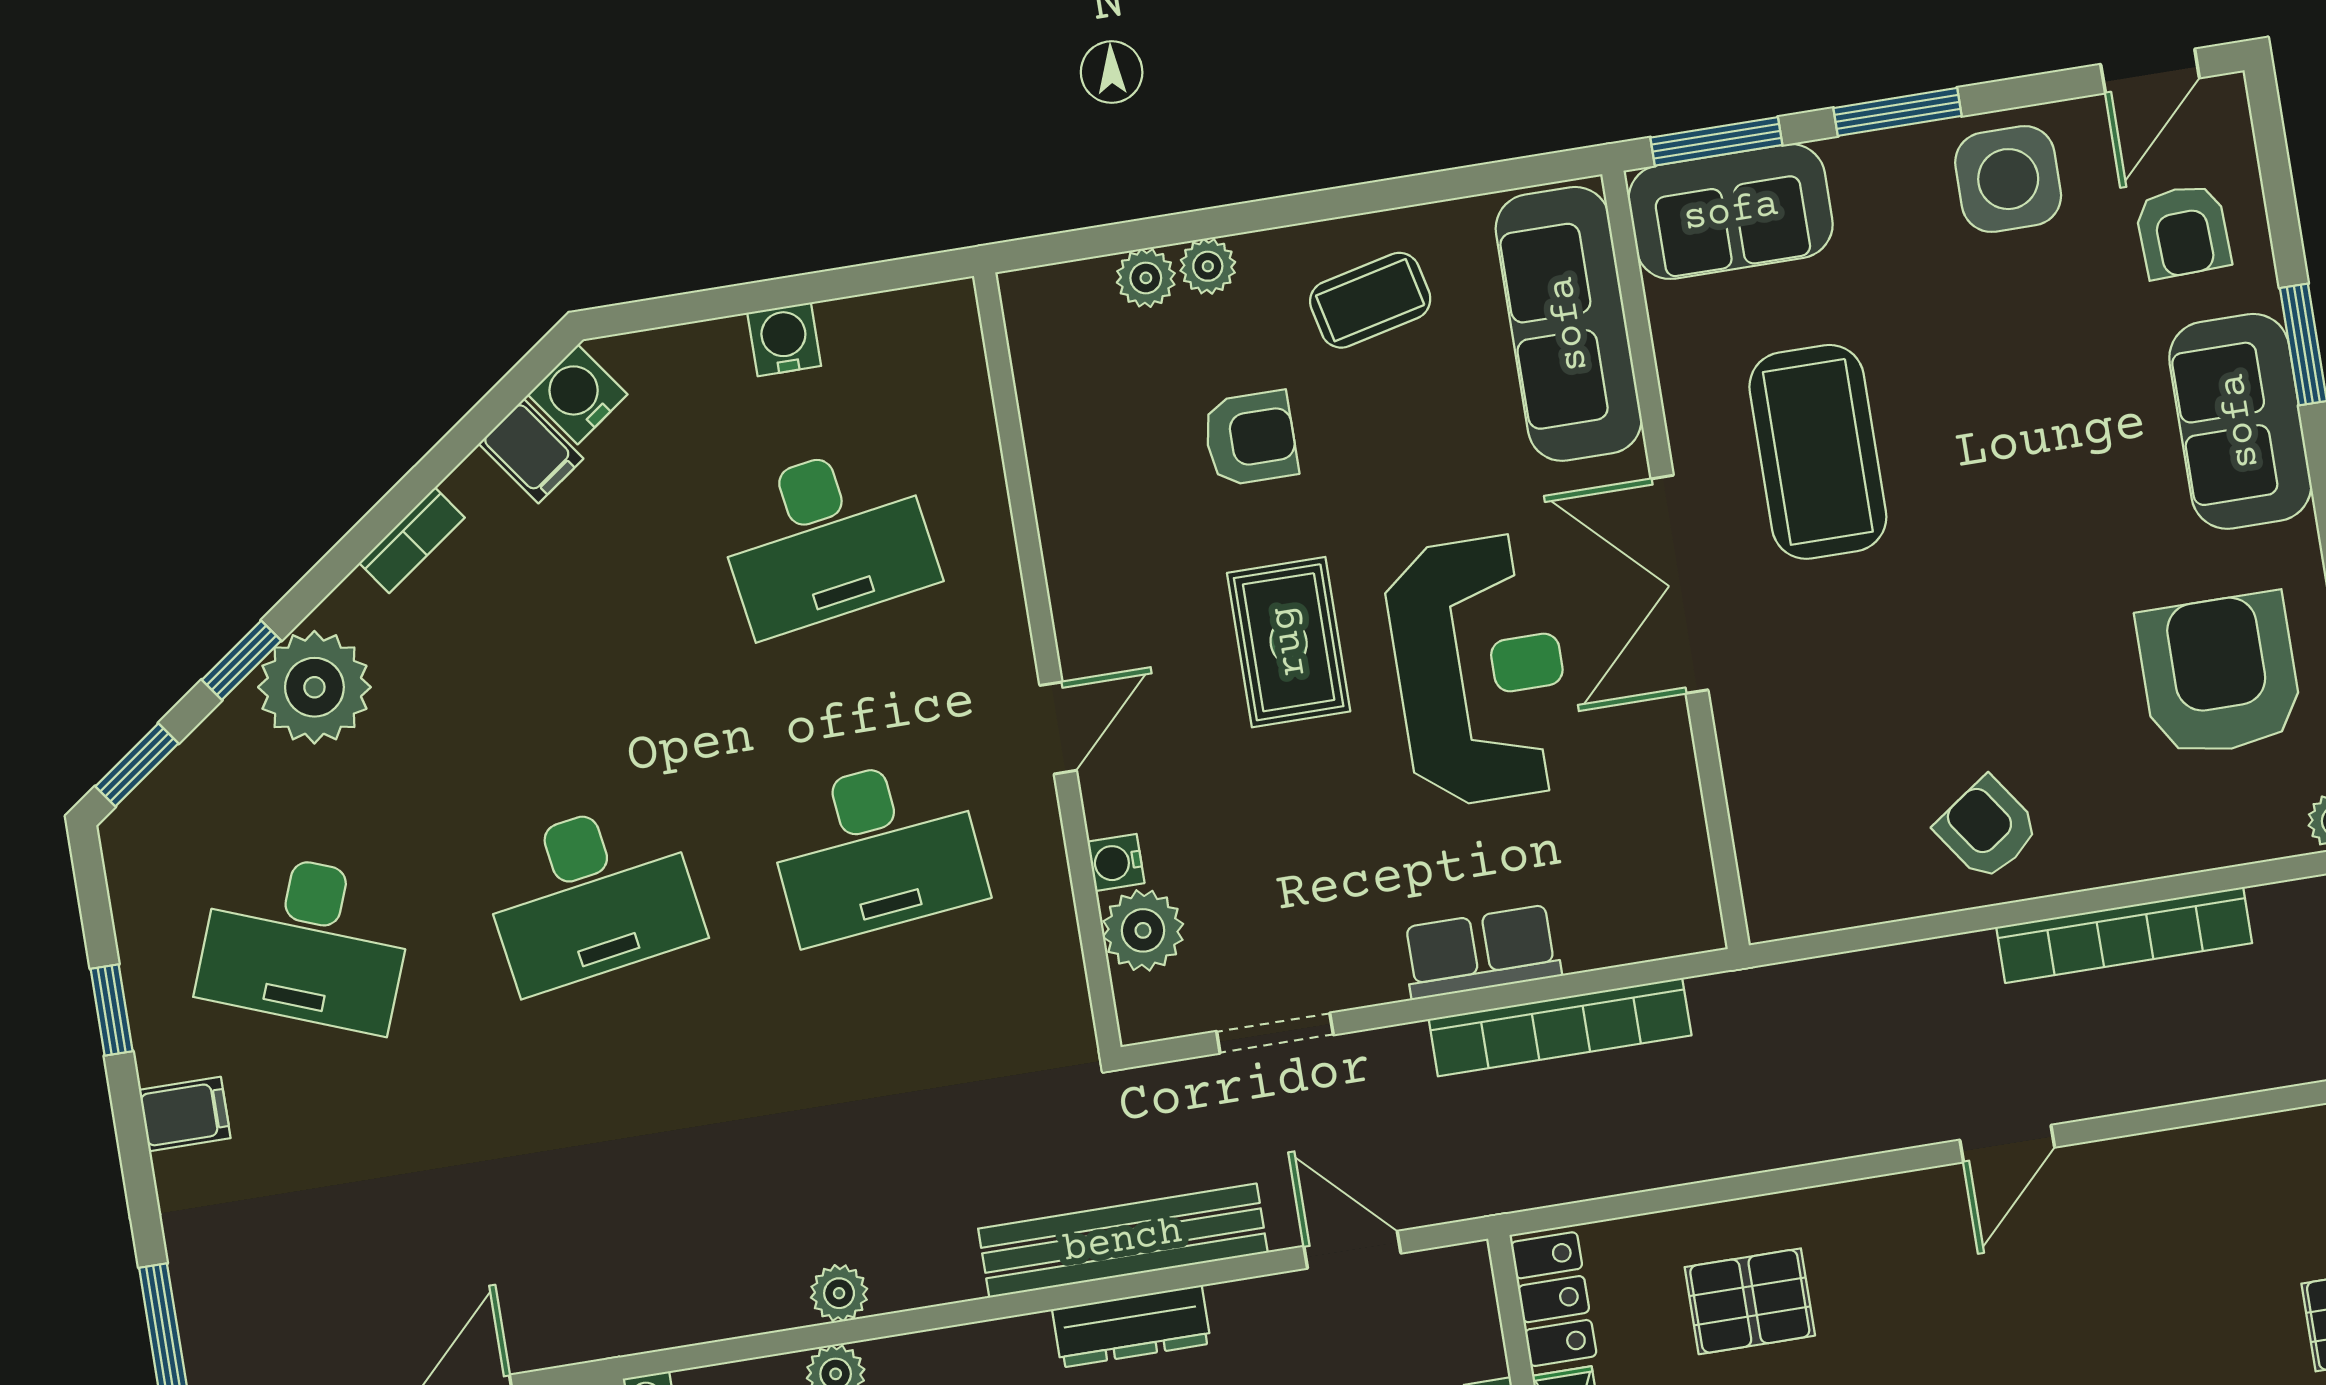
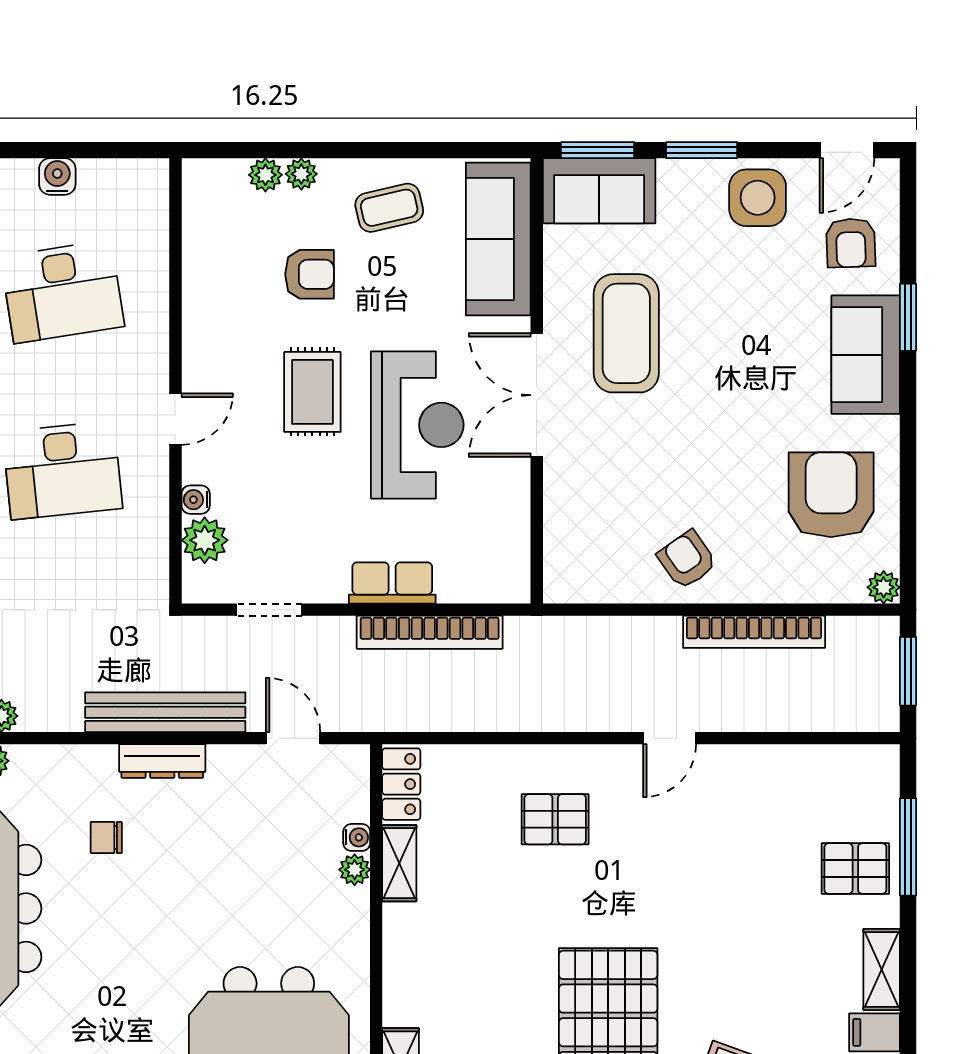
pallet: (1750, 1301) -> (555, 819), moved

